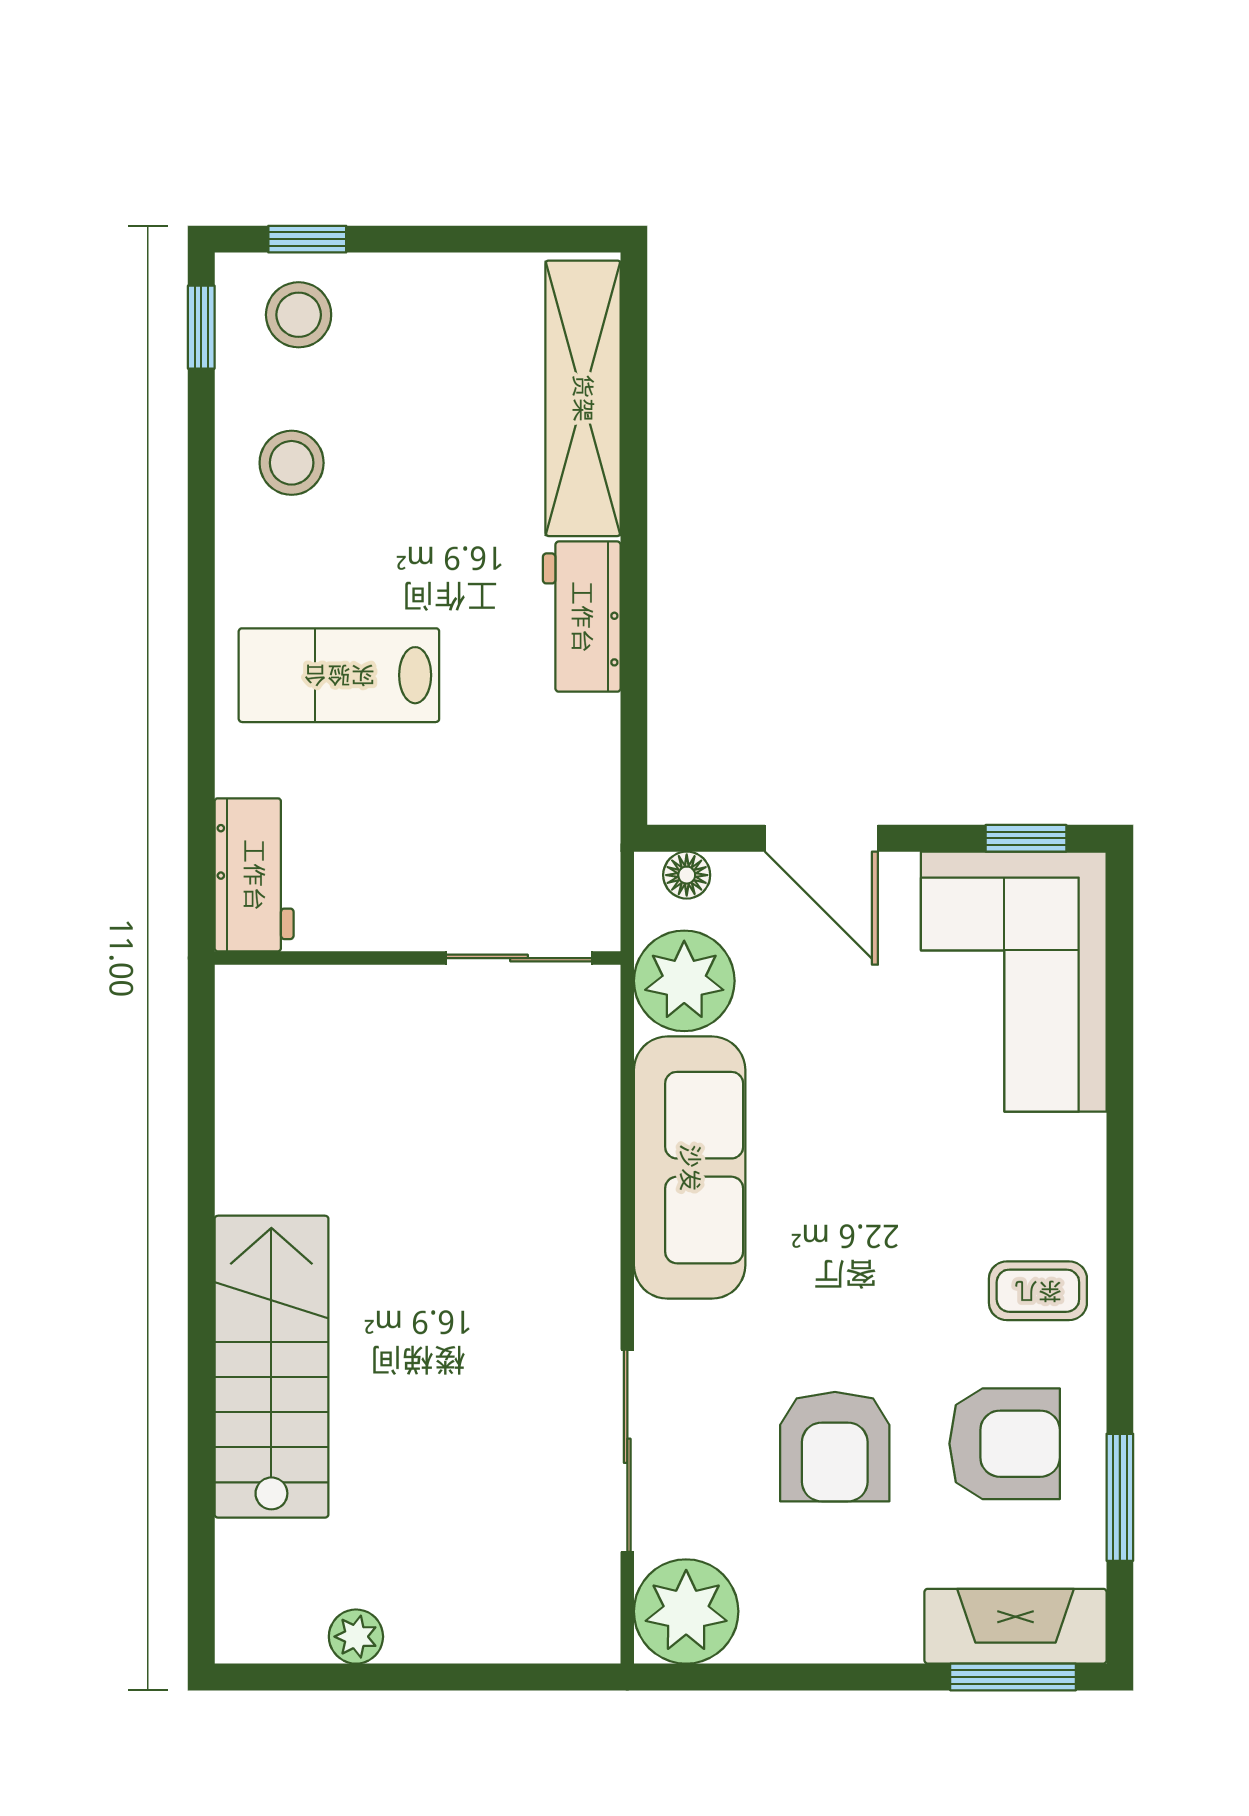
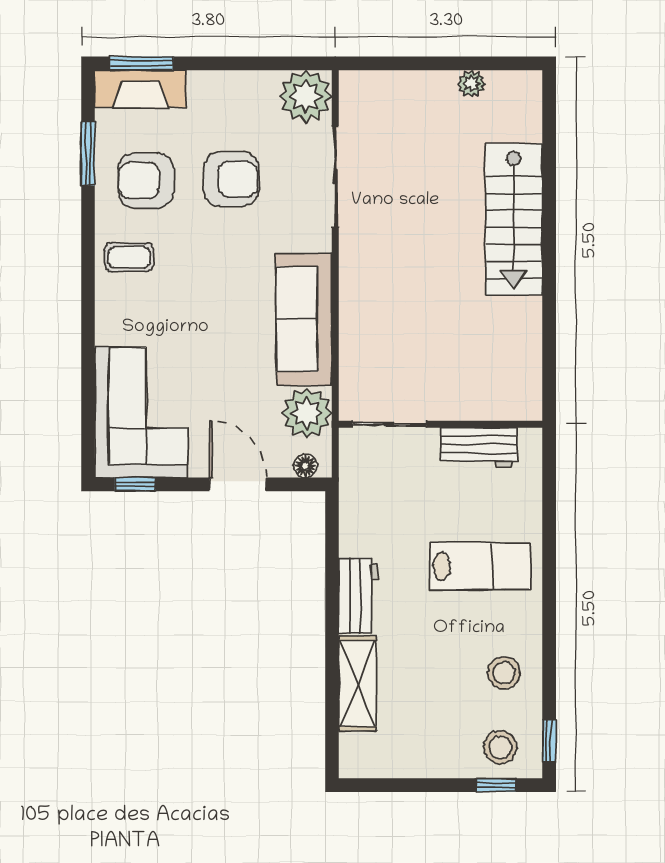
shelving: (583, 398) -> (357, 683), width x0.68
workbench: (254, 875) -> (479, 447), moved, turned -90
armchair: (835, 1447) -> (231, 179), turned 90

